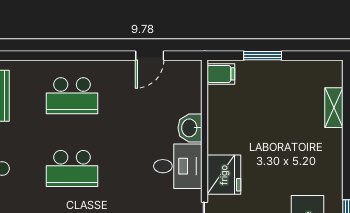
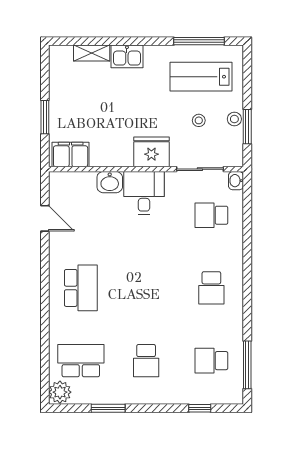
filing cabinet: (221, 74) -> (71, 155), width x2.00
kitchen sink: (330, 147) -> (127, 56), added
school desk: (72, 169) -> (146, 288), removed

